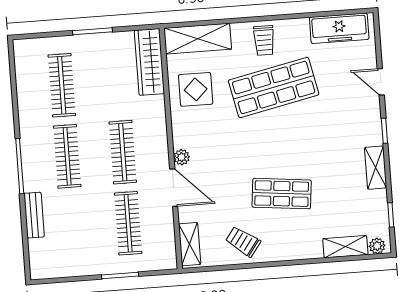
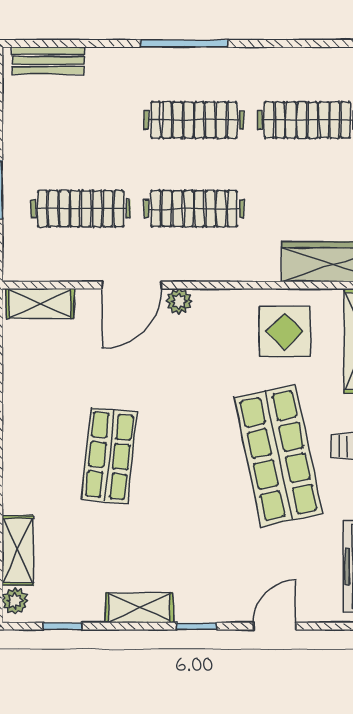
bench: (34, 215) -> (48, 61), moved
trolley: (243, 242) -> (38, 389), removed

